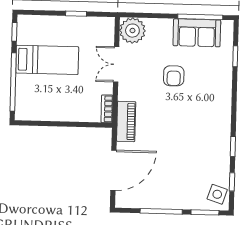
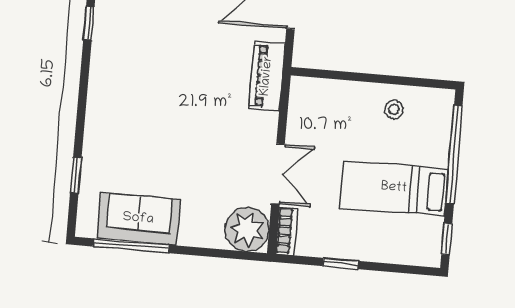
armchair: (174, 76) -> (182, 149), removed
stool: (50, 106) -> (394, 110), added
bookcase: (107, 109) -> (287, 231), moved

